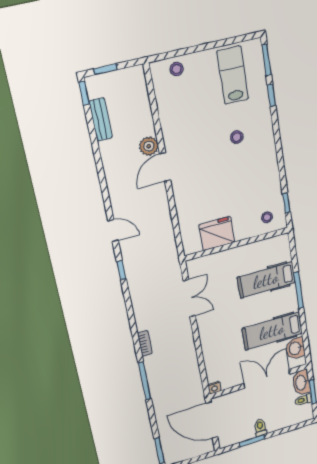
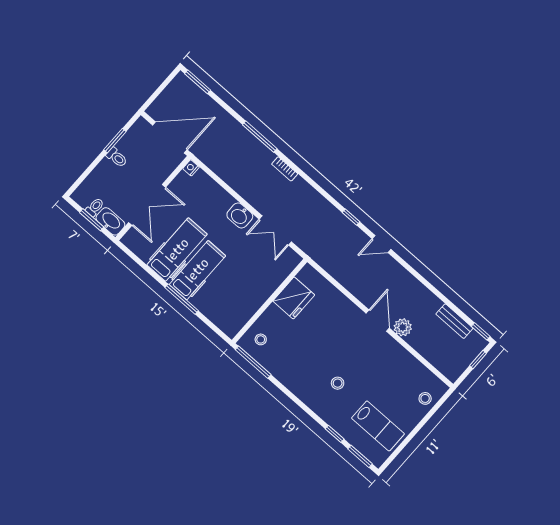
window: (286, 203) -> (253, 362), width x2.17
hospital bed: (266, 280) -> (197, 270), moved
washbasin: (295, 348) -> (240, 215), moved, turned 180

